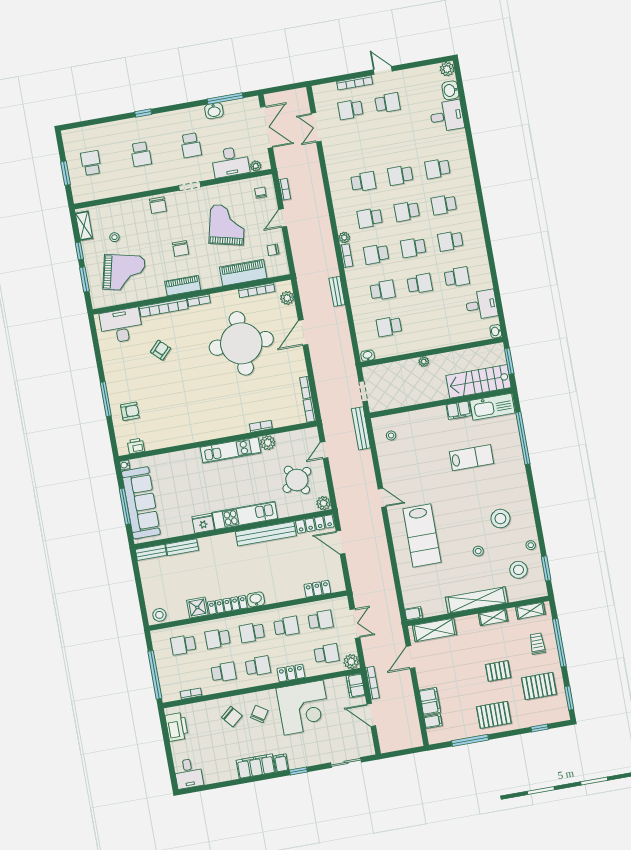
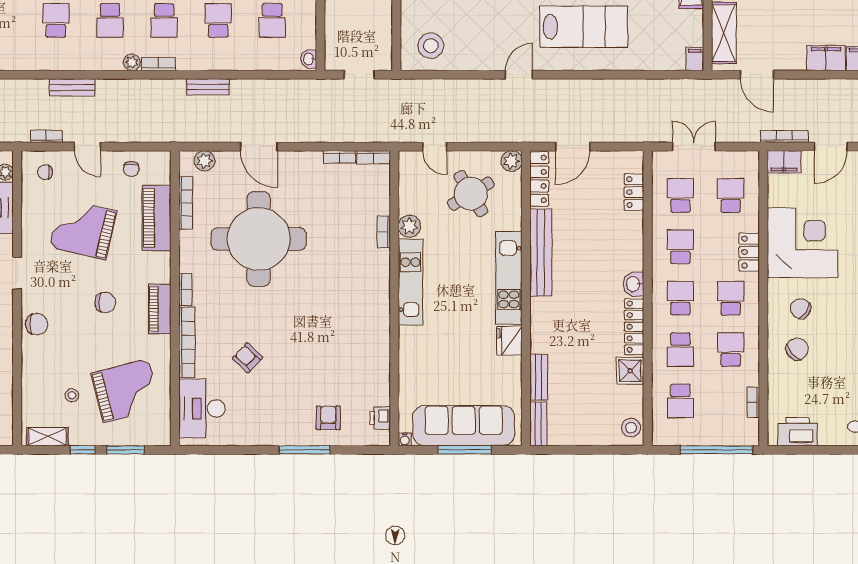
grand piano: (124, 273) -> (126, 391), turned 63
bench: (361, 428) -> (72, 87), moved, width x0.73
stool: (391, 435) -> (431, 46), width x1.89, depth x1.89
school desk: (252, 632) -> (680, 298), turned 180
plant: (351, 662) -> (748, 162), removed

